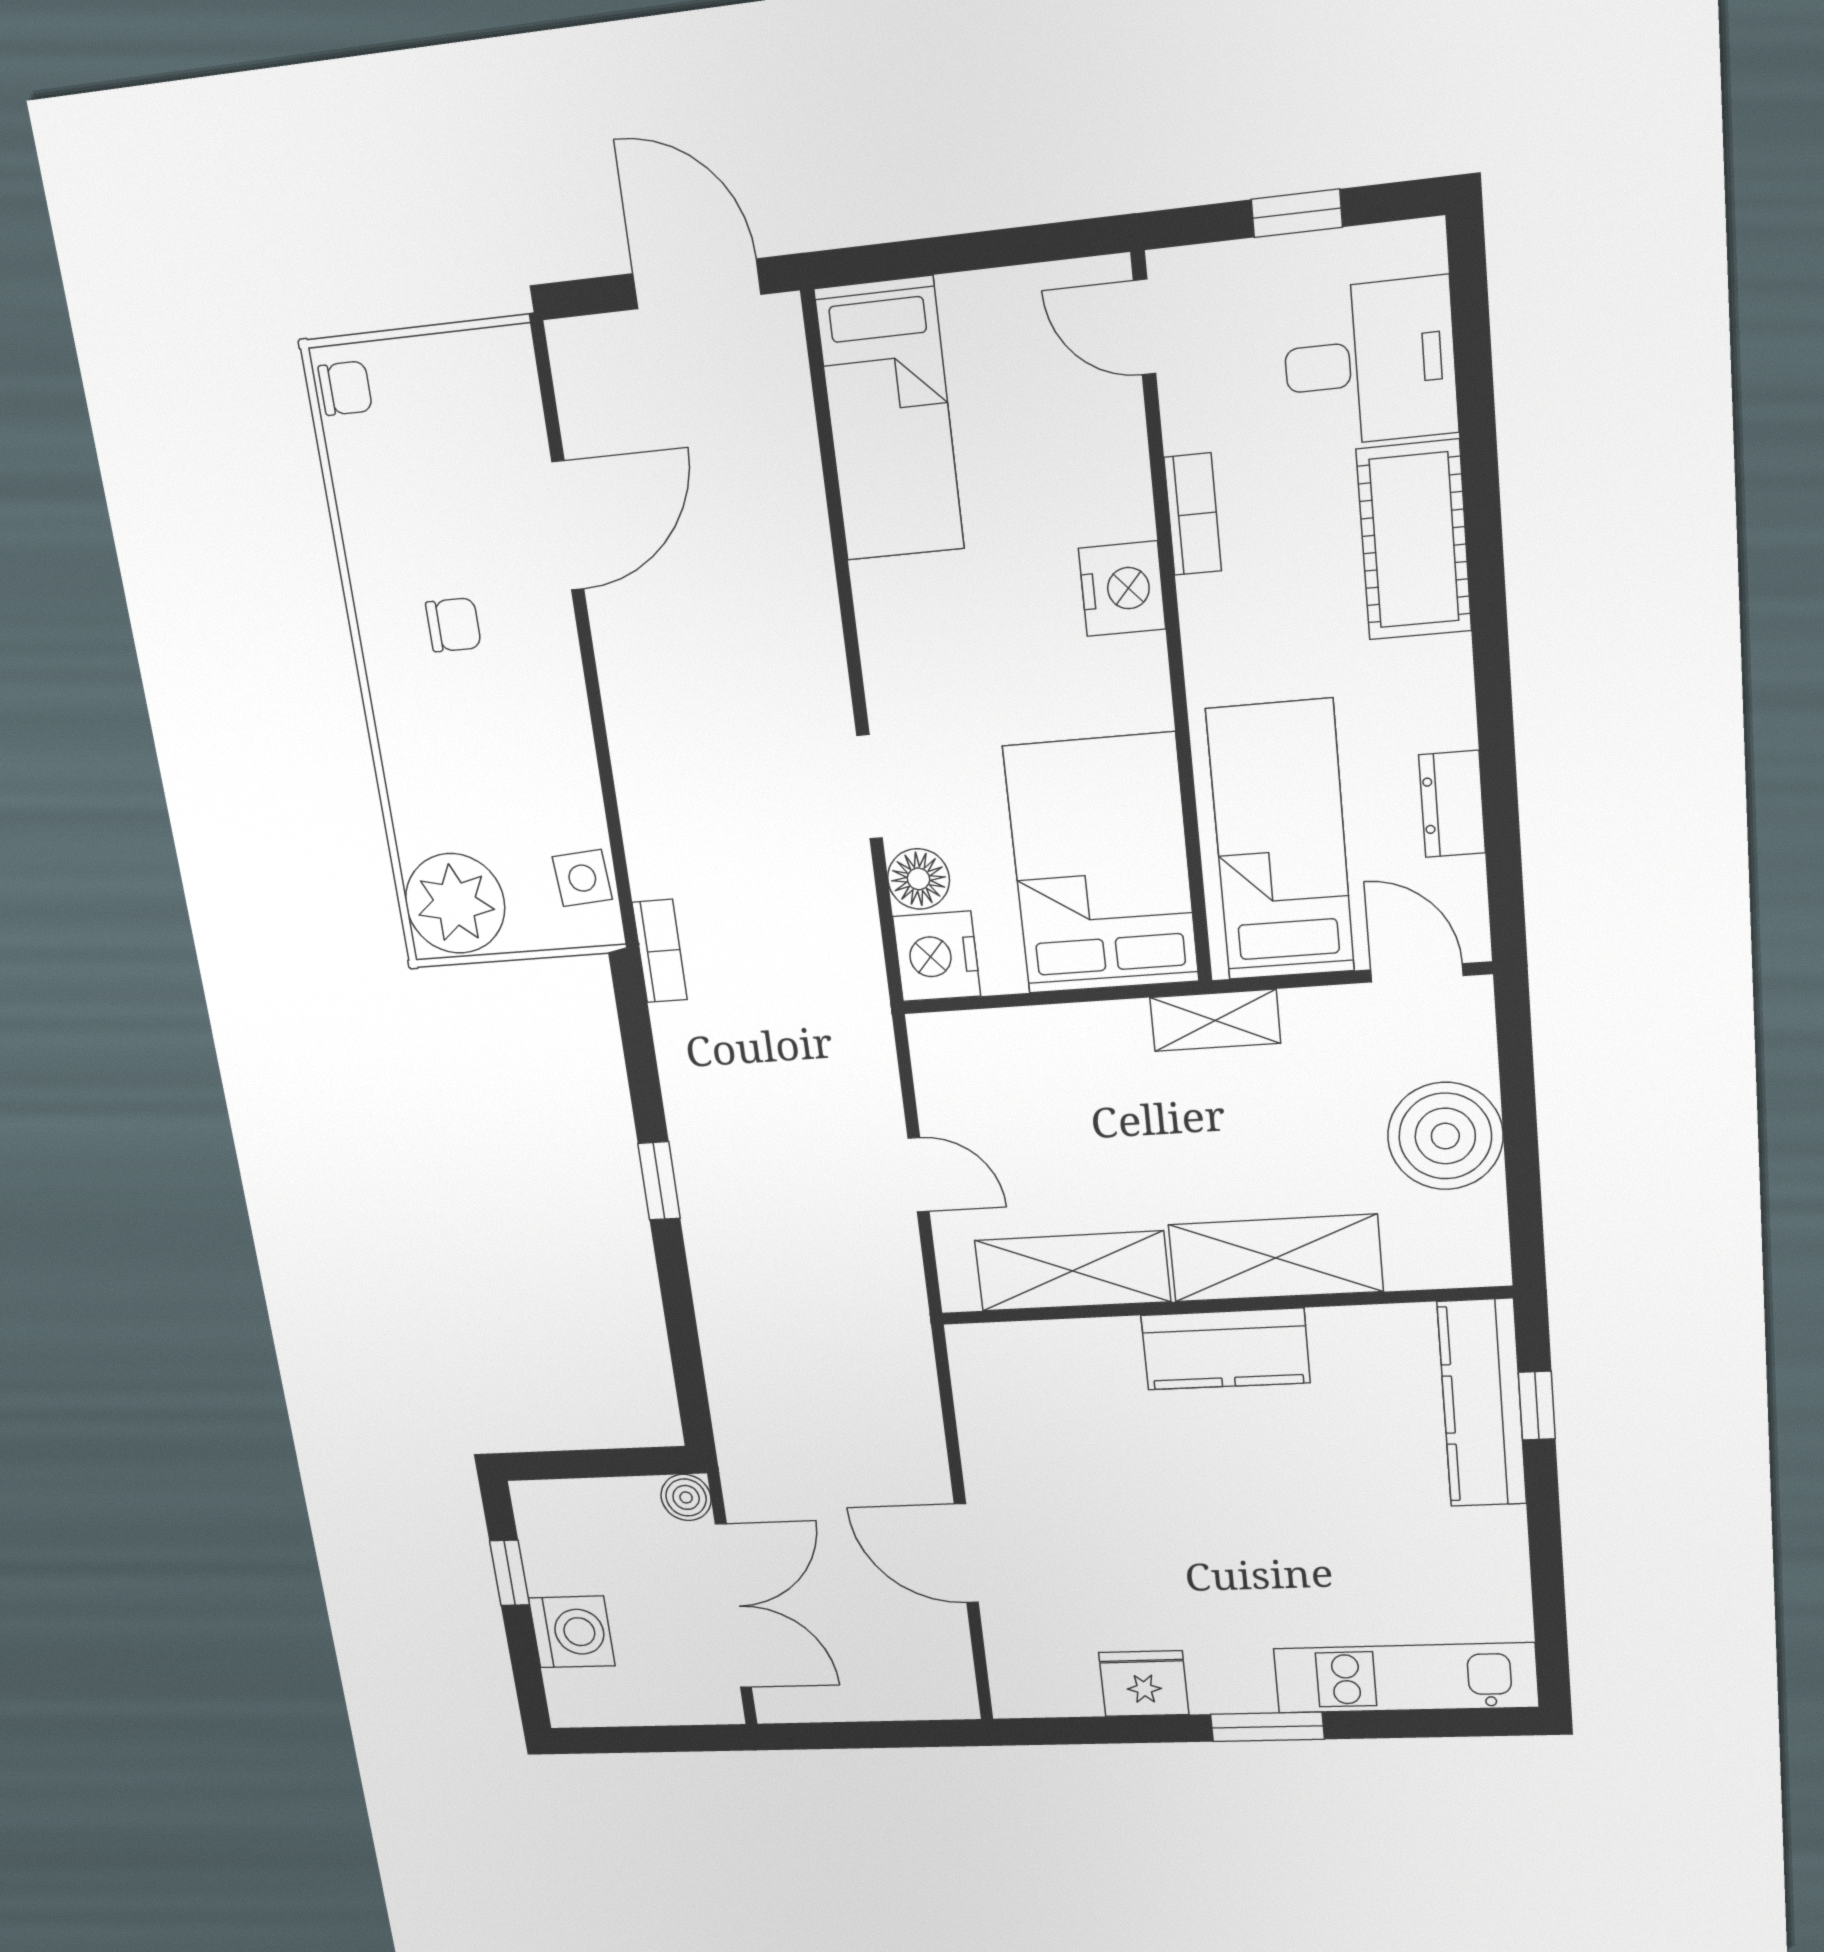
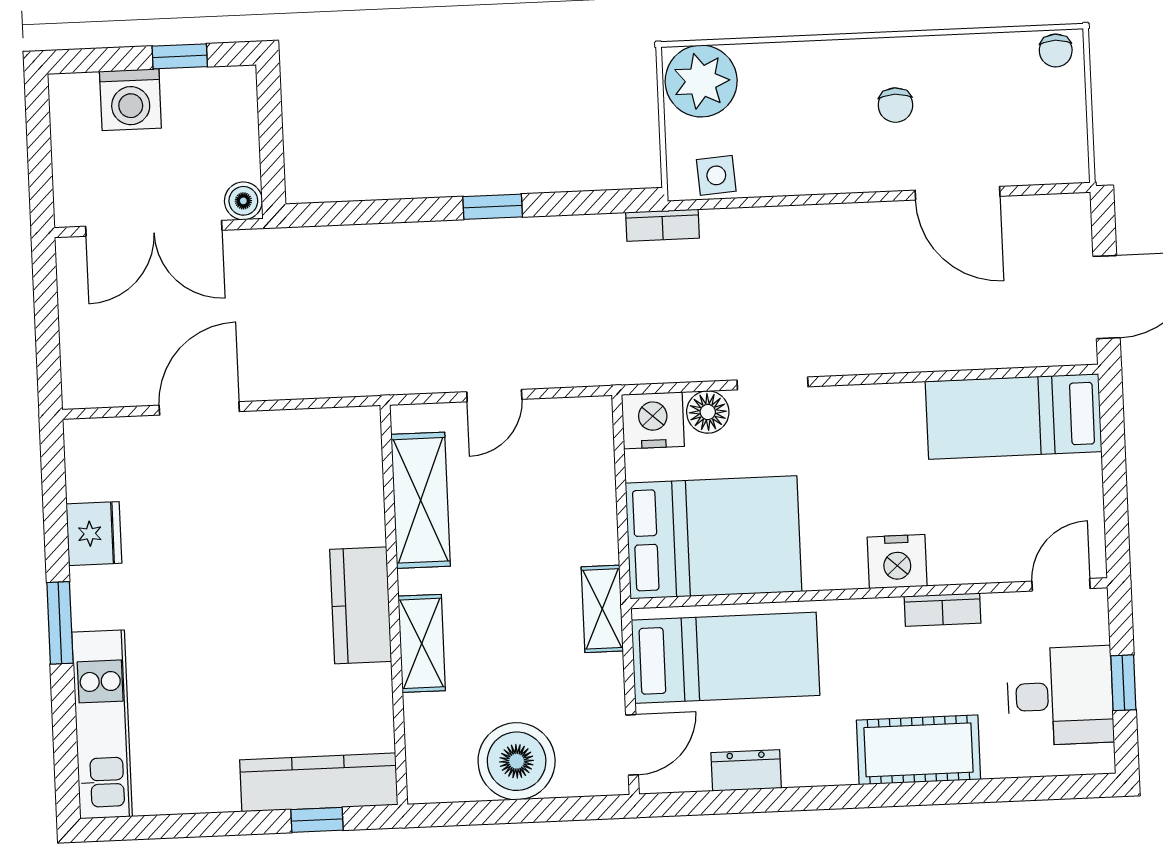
desk: (1370, 363) -> (1060, 696), moved, turned -90
shelving: (1276, 1258) -> (422, 643), width x0.67, depth x0.75

